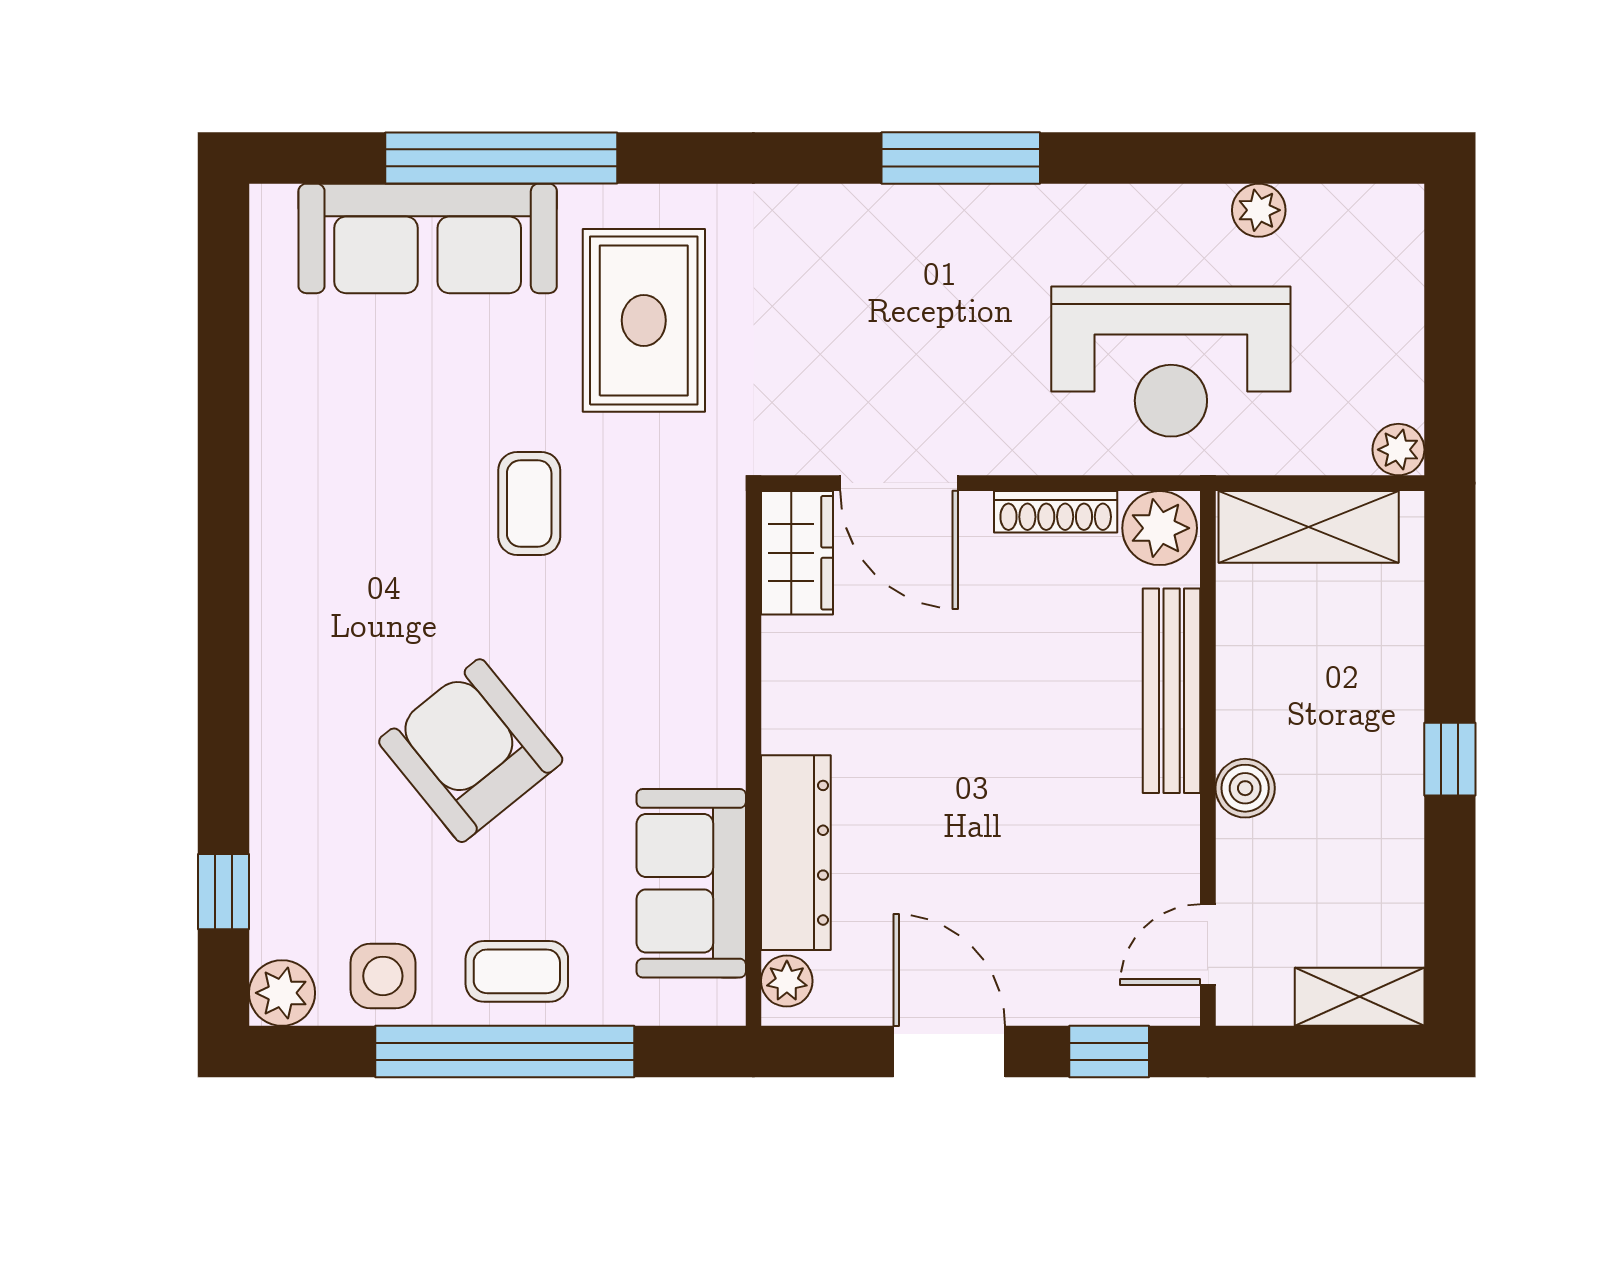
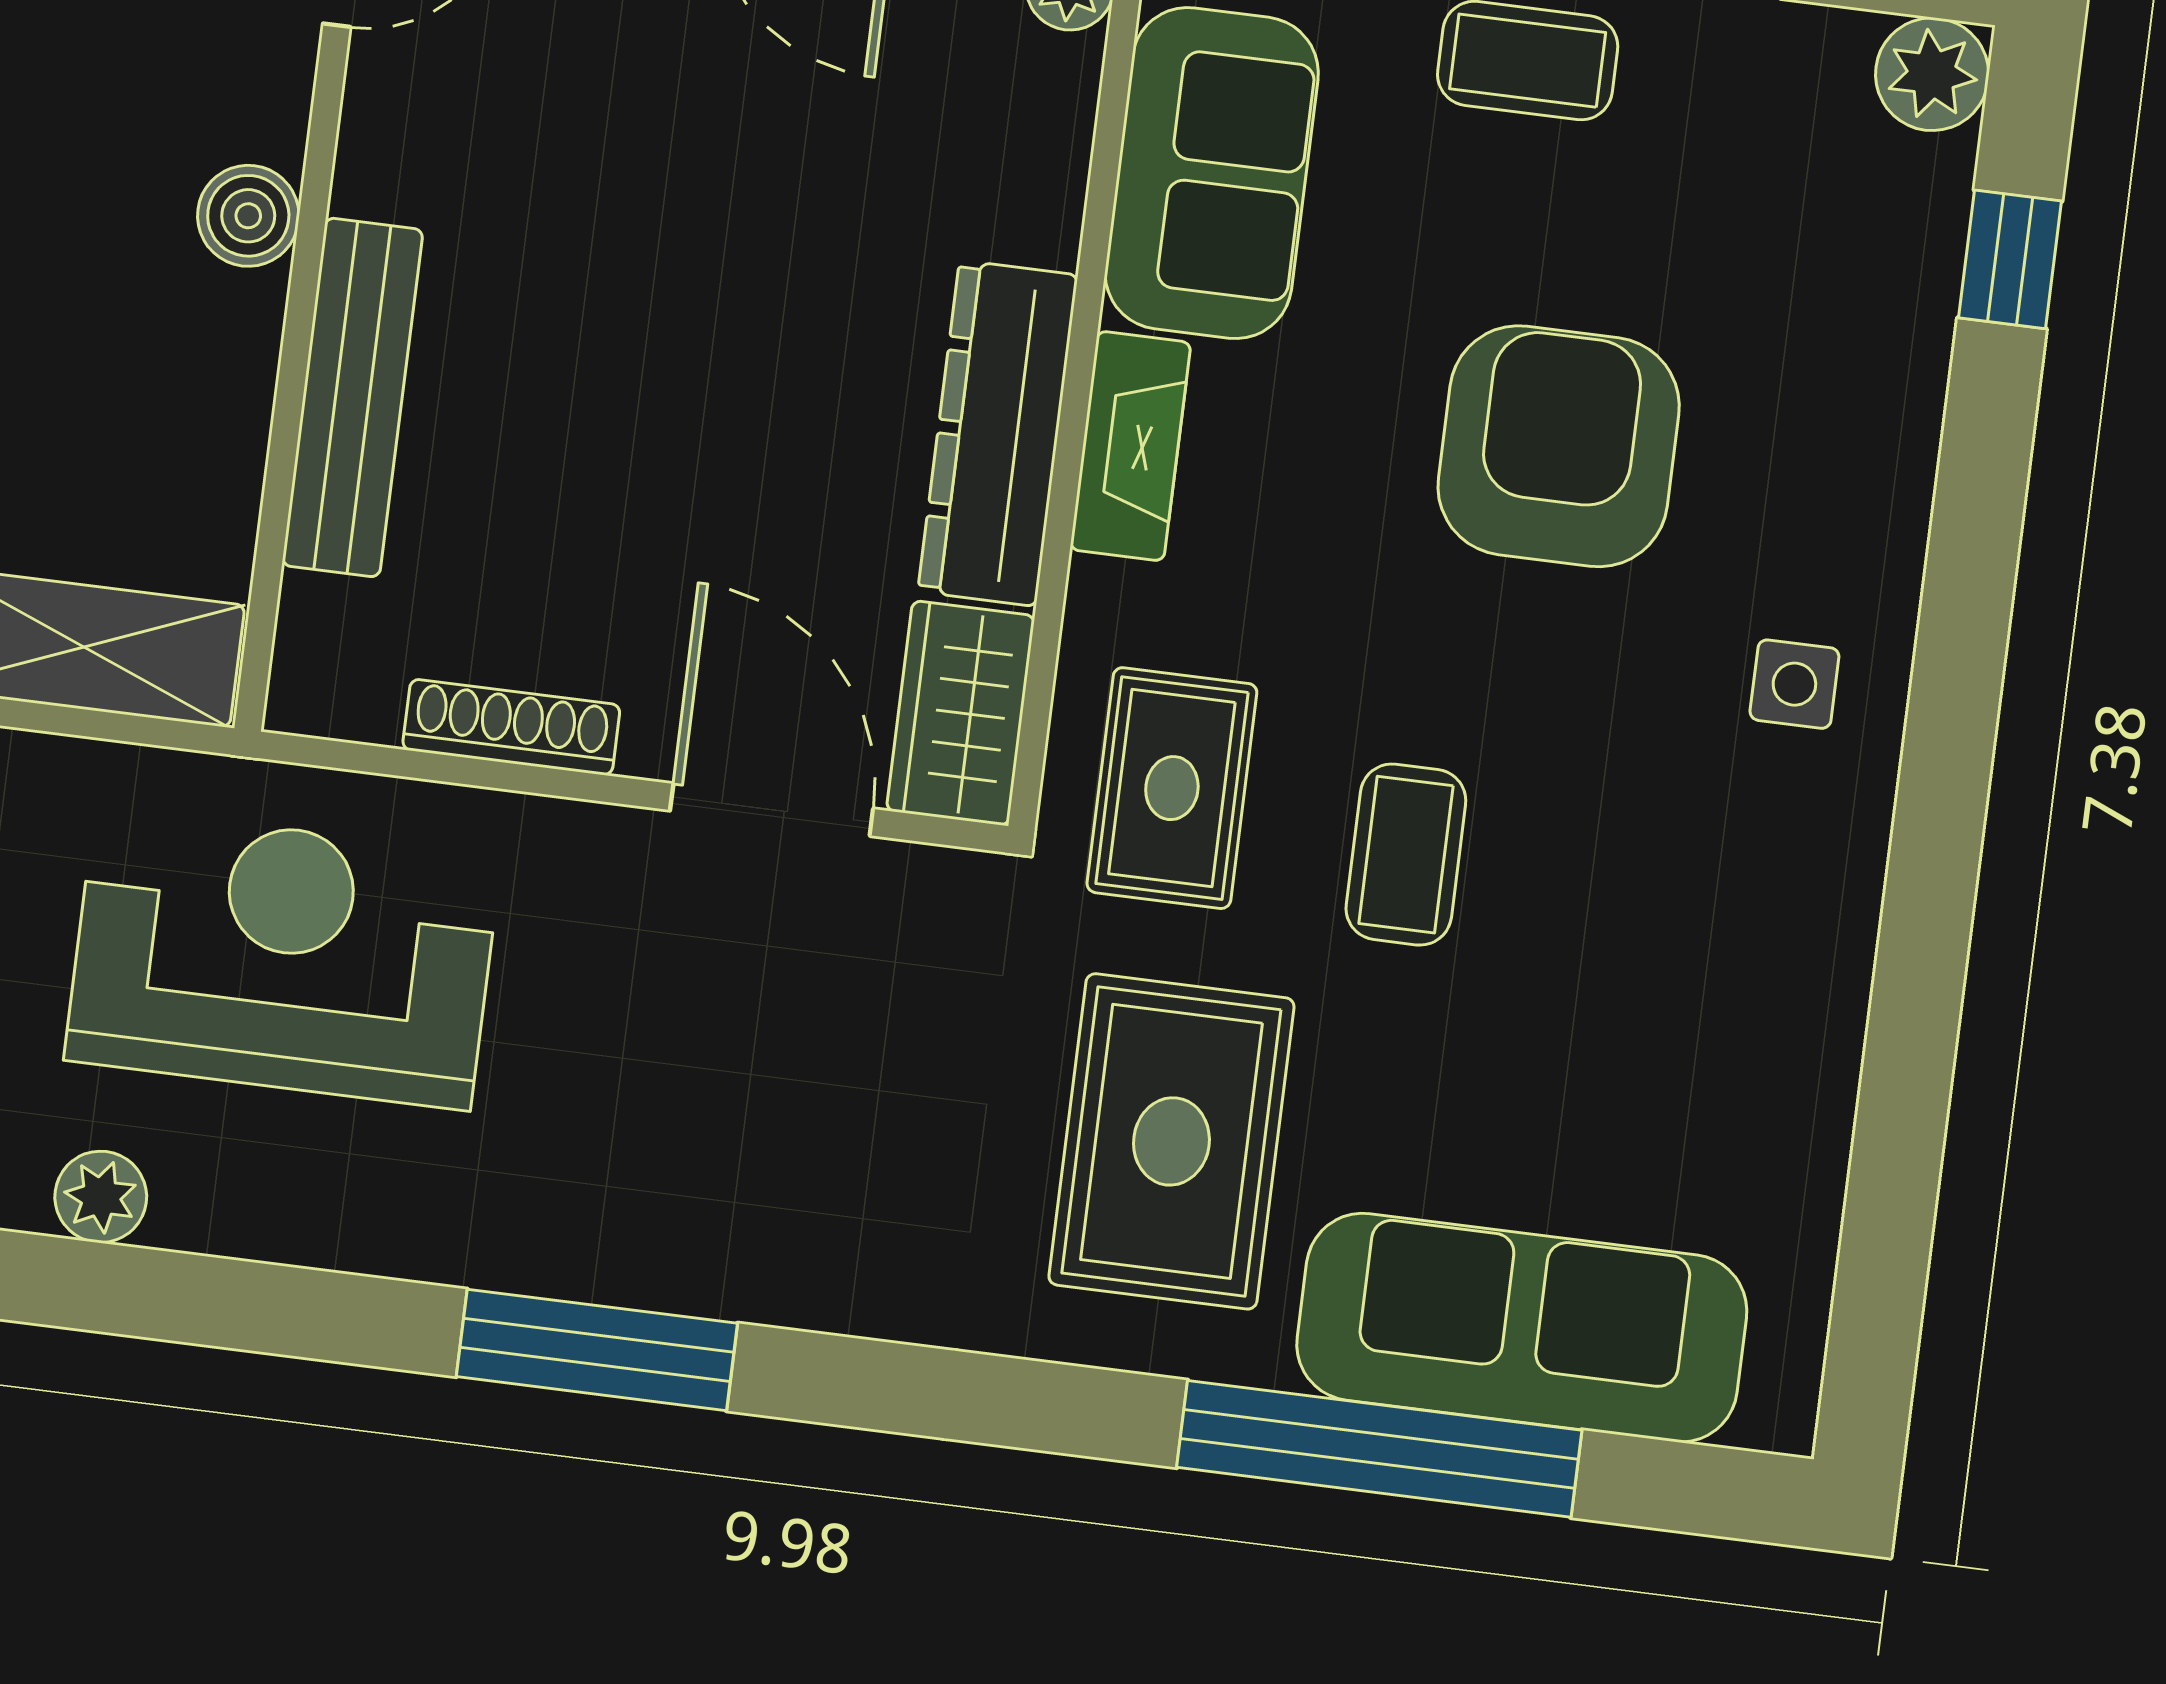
rug: (669, 525) -> (1172, 788), added
plant: (1160, 528) -> (338, 677), removed
fireplace: (718, 719) -> (1130, 446), added
armchair: (471, 751) -> (1559, 446), turned -141
dresser: (796, 853) -> (998, 433), moved
side table: (383, 976) -> (1794, 684), moved, width x0.73, depth x0.73

